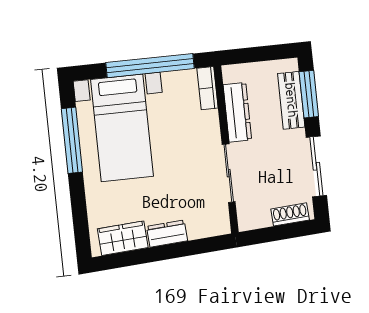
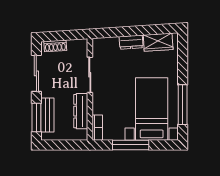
window: (150, 66) -> (131, 145), width x0.68

